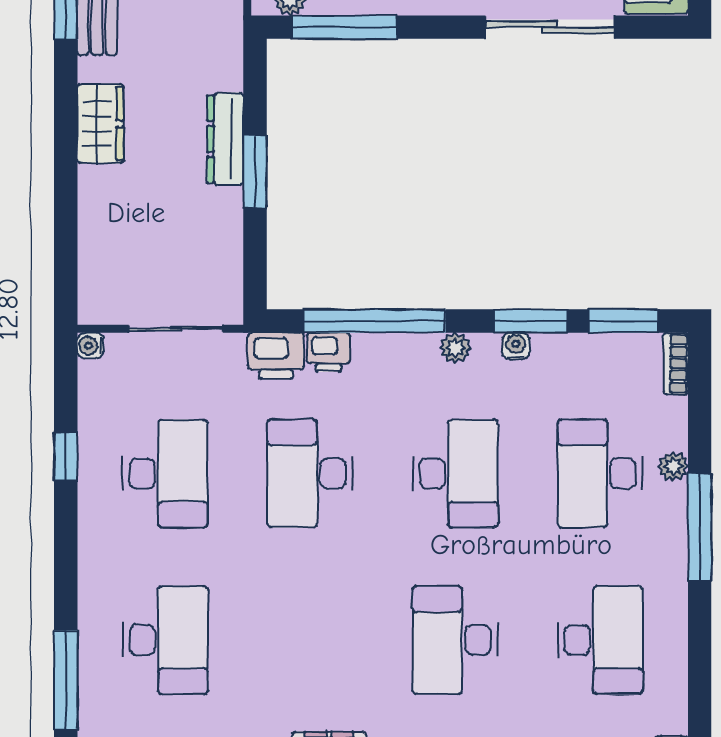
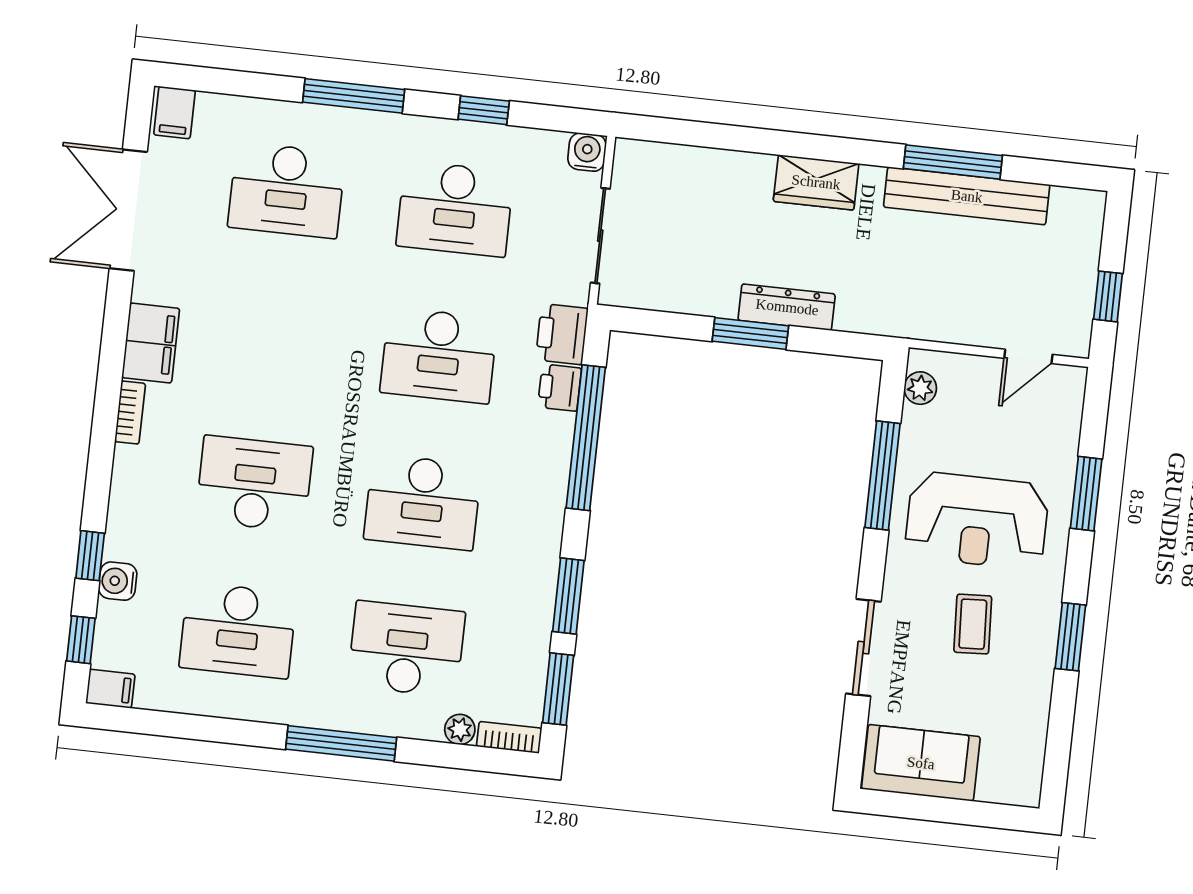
window: (344, 27) -> (882, 476), moved
sliding door: (550, 27) -> (863, 648), width x0.73
water cooler: (90, 346) -> (587, 152), width x1.38, depth x1.38
water cooler: (516, 346) -> (545, 578), removed
plant: (455, 348) -> (550, 516), removed
plant: (673, 466) -> (460, 729), moved
desk: (310, 473) -> (439, 355), turned 180
window: (66, 680) -> (354, 96), moved

